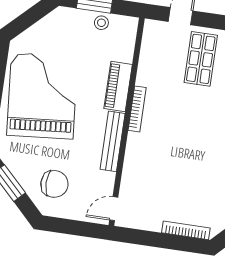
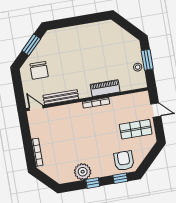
grand piano: (42, 96) -> (86, 47), removed
bench: (113, 141) -> (61, 97), moved

